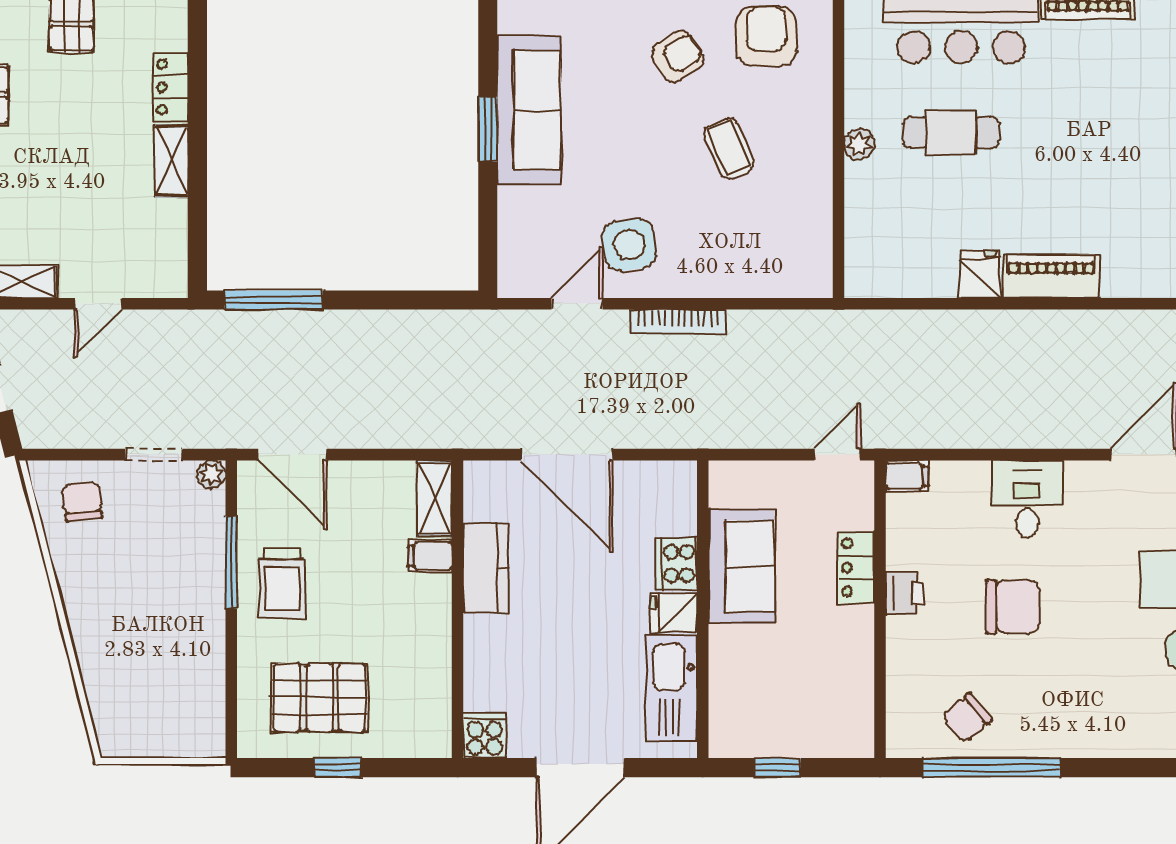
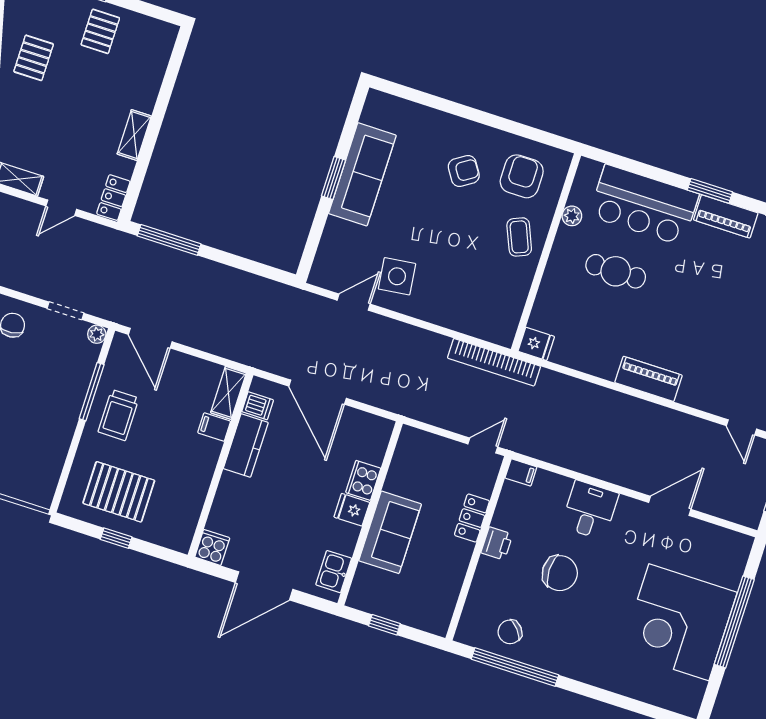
locker: (171, 87) -> (113, 198), moved
plant: (860, 144) -> (572, 216), moved
coffee table: (729, 149) -> (519, 237), moved
fridge: (980, 274) -> (536, 344), moved, turned 90
bookcase: (678, 322) -> (494, 362), moved, width x1.48, depth x1.31
dishwasher: (484, 504) -> (258, 406), added
sofa: (741, 566) -> (390, 532), moved
kitchen sink: (672, 688) -> (334, 572), width x0.53, depth x0.81

